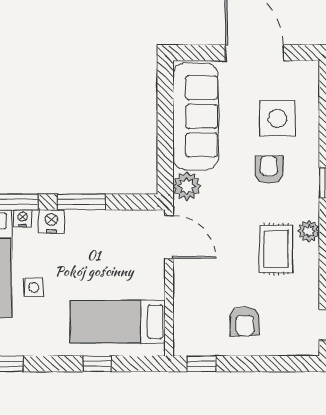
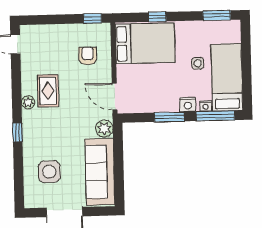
armchair: (269, 170) -> (54, 140), removed
armchair: (245, 321) -> (88, 56), moved
bed: (118, 322) -> (145, 43), width x1.50

